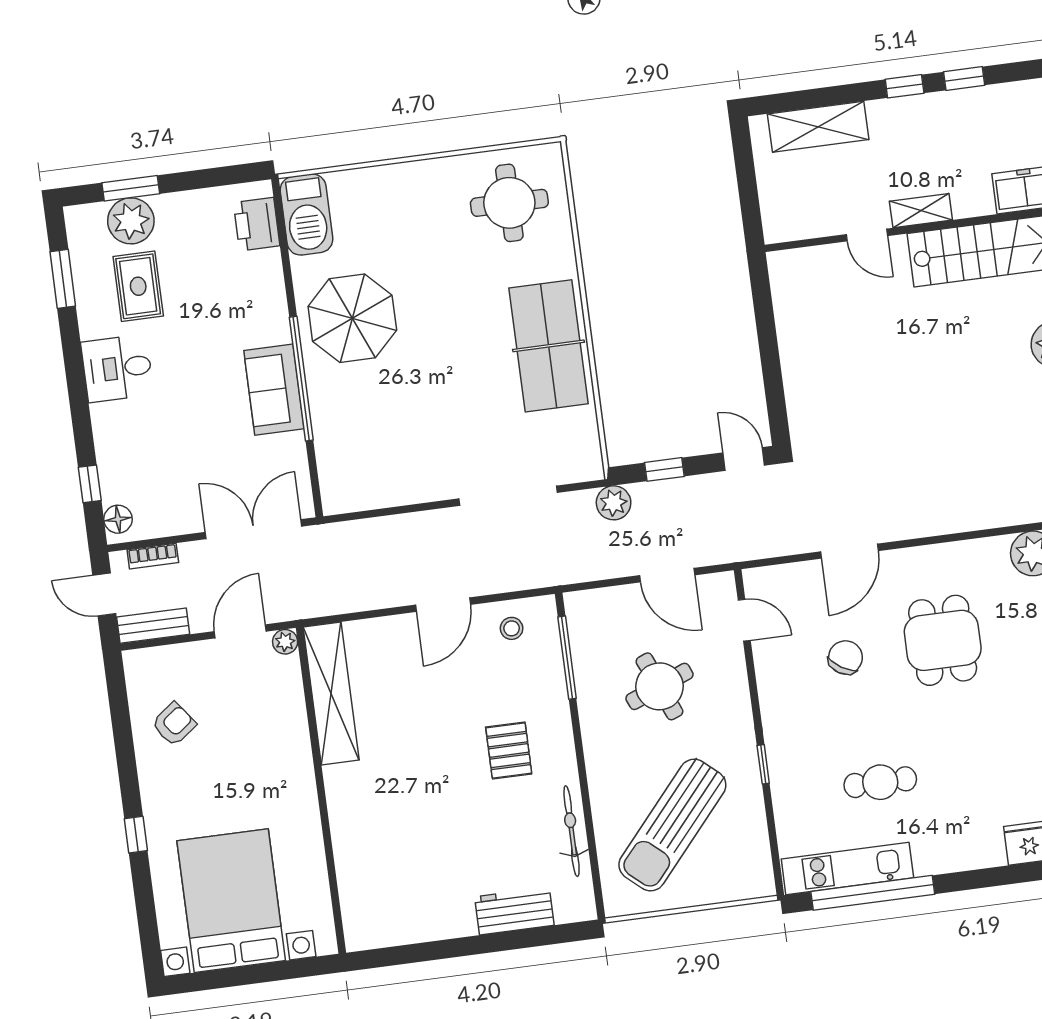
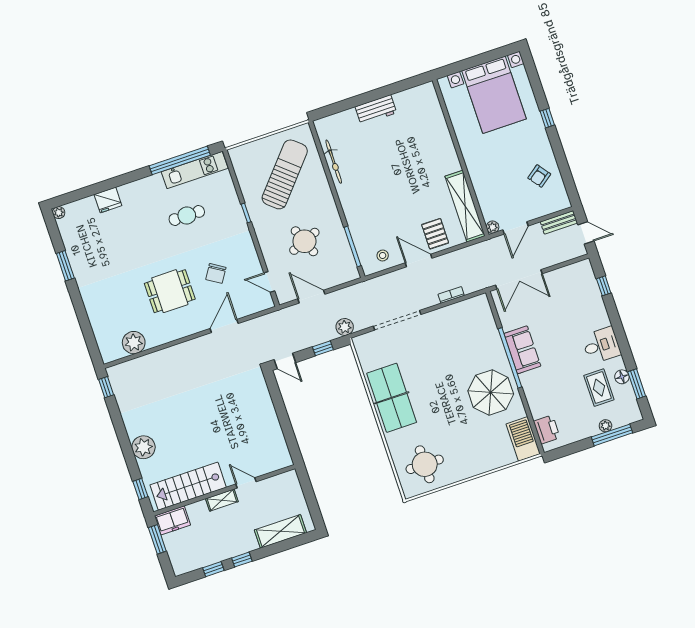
window: (131, 188) -> (612, 435), width x1.44
plant: (131, 221) -> (605, 426), width x0.53, depth x0.53
floor lamp: (118, 519) -> (622, 377), moved
bookcase: (153, 556) -> (451, 295), moved
door: (443, 605) -> (419, 261), hinge flipped
dining table: (943, 640) -> (170, 291), turned 90
pallet: (509, 750) -> (435, 234), moved
workbench: (514, 911) -> (376, 110), moved

